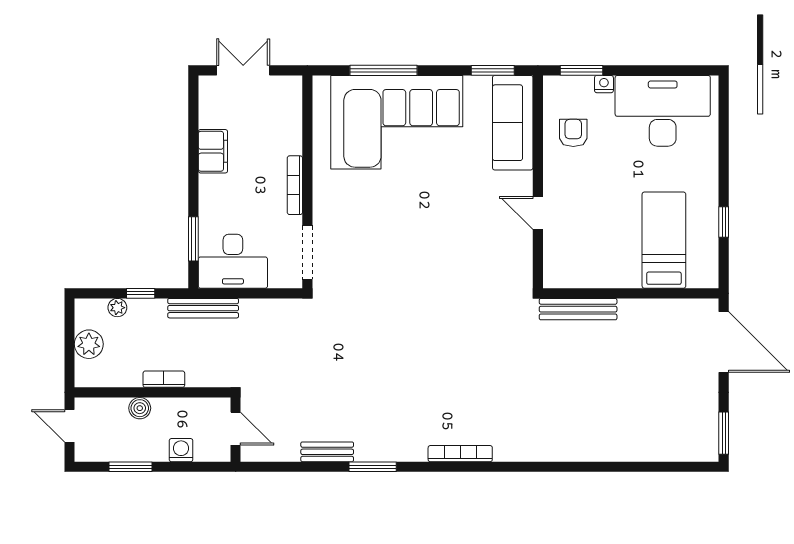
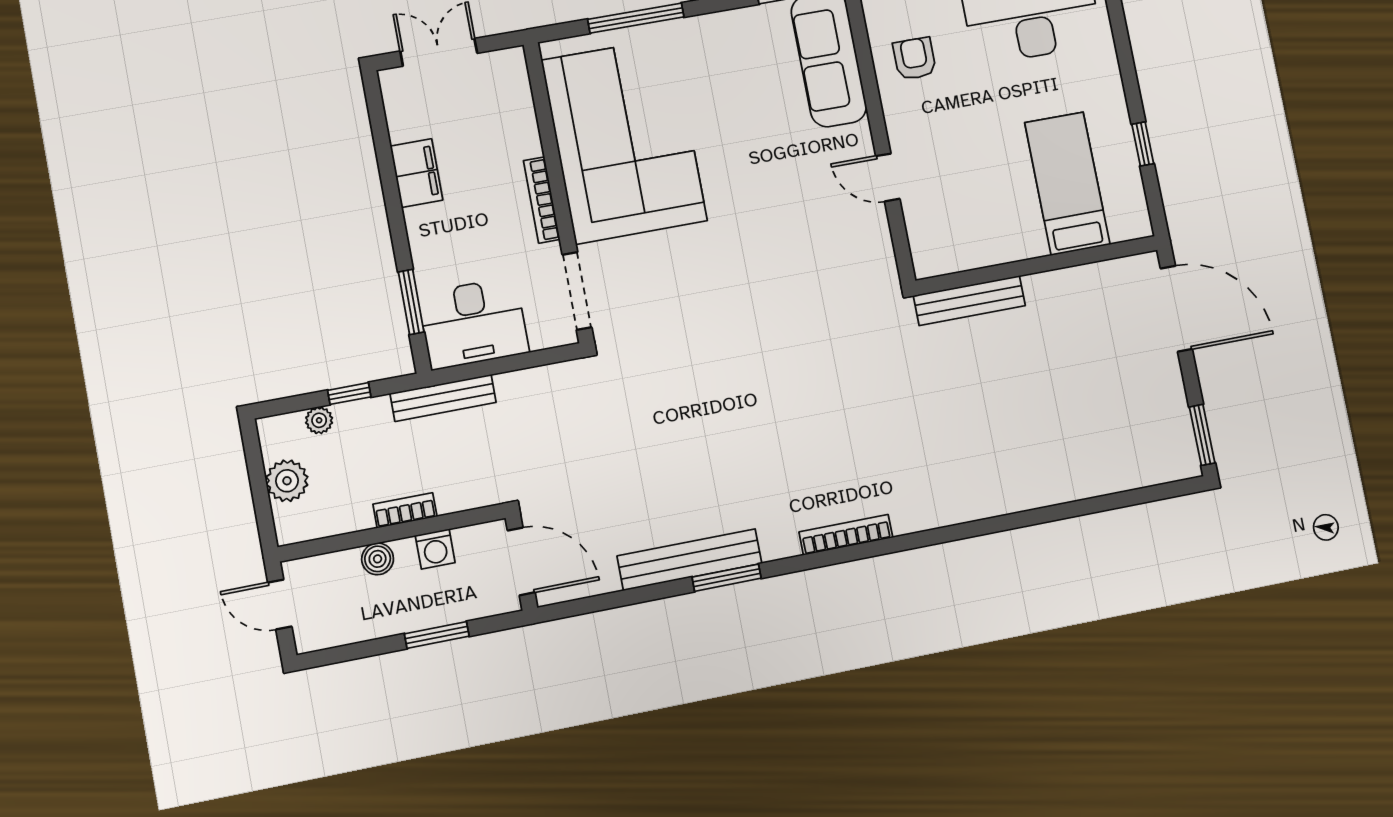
corner sofa: (397, 122) -> (624, 140), moved, turned -90
door: (236, 429) -> (521, 561), width x1.38
washing machine: (181, 450) -> (435, 549), moved, turned 180
bench: (327, 452) -> (690, 560), width x1.86, depth x1.21
window: (130, 467) -> (437, 635), moved

